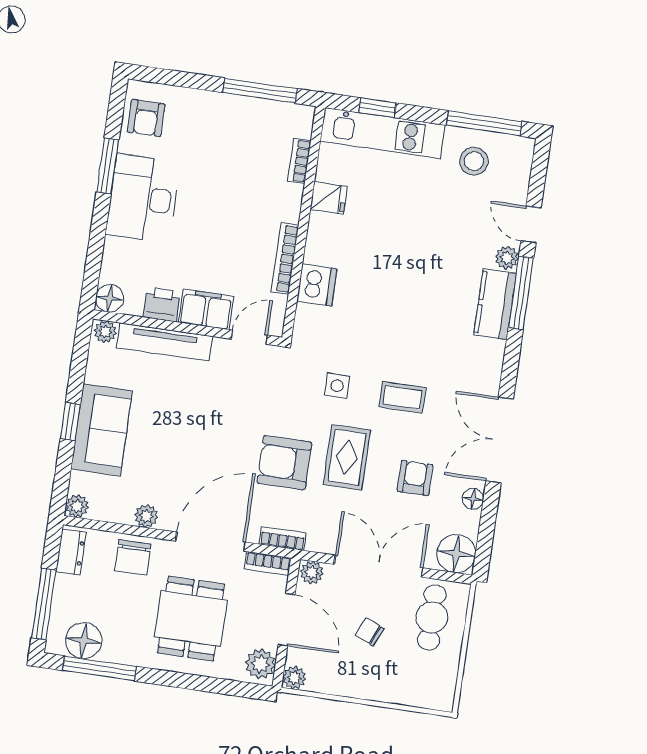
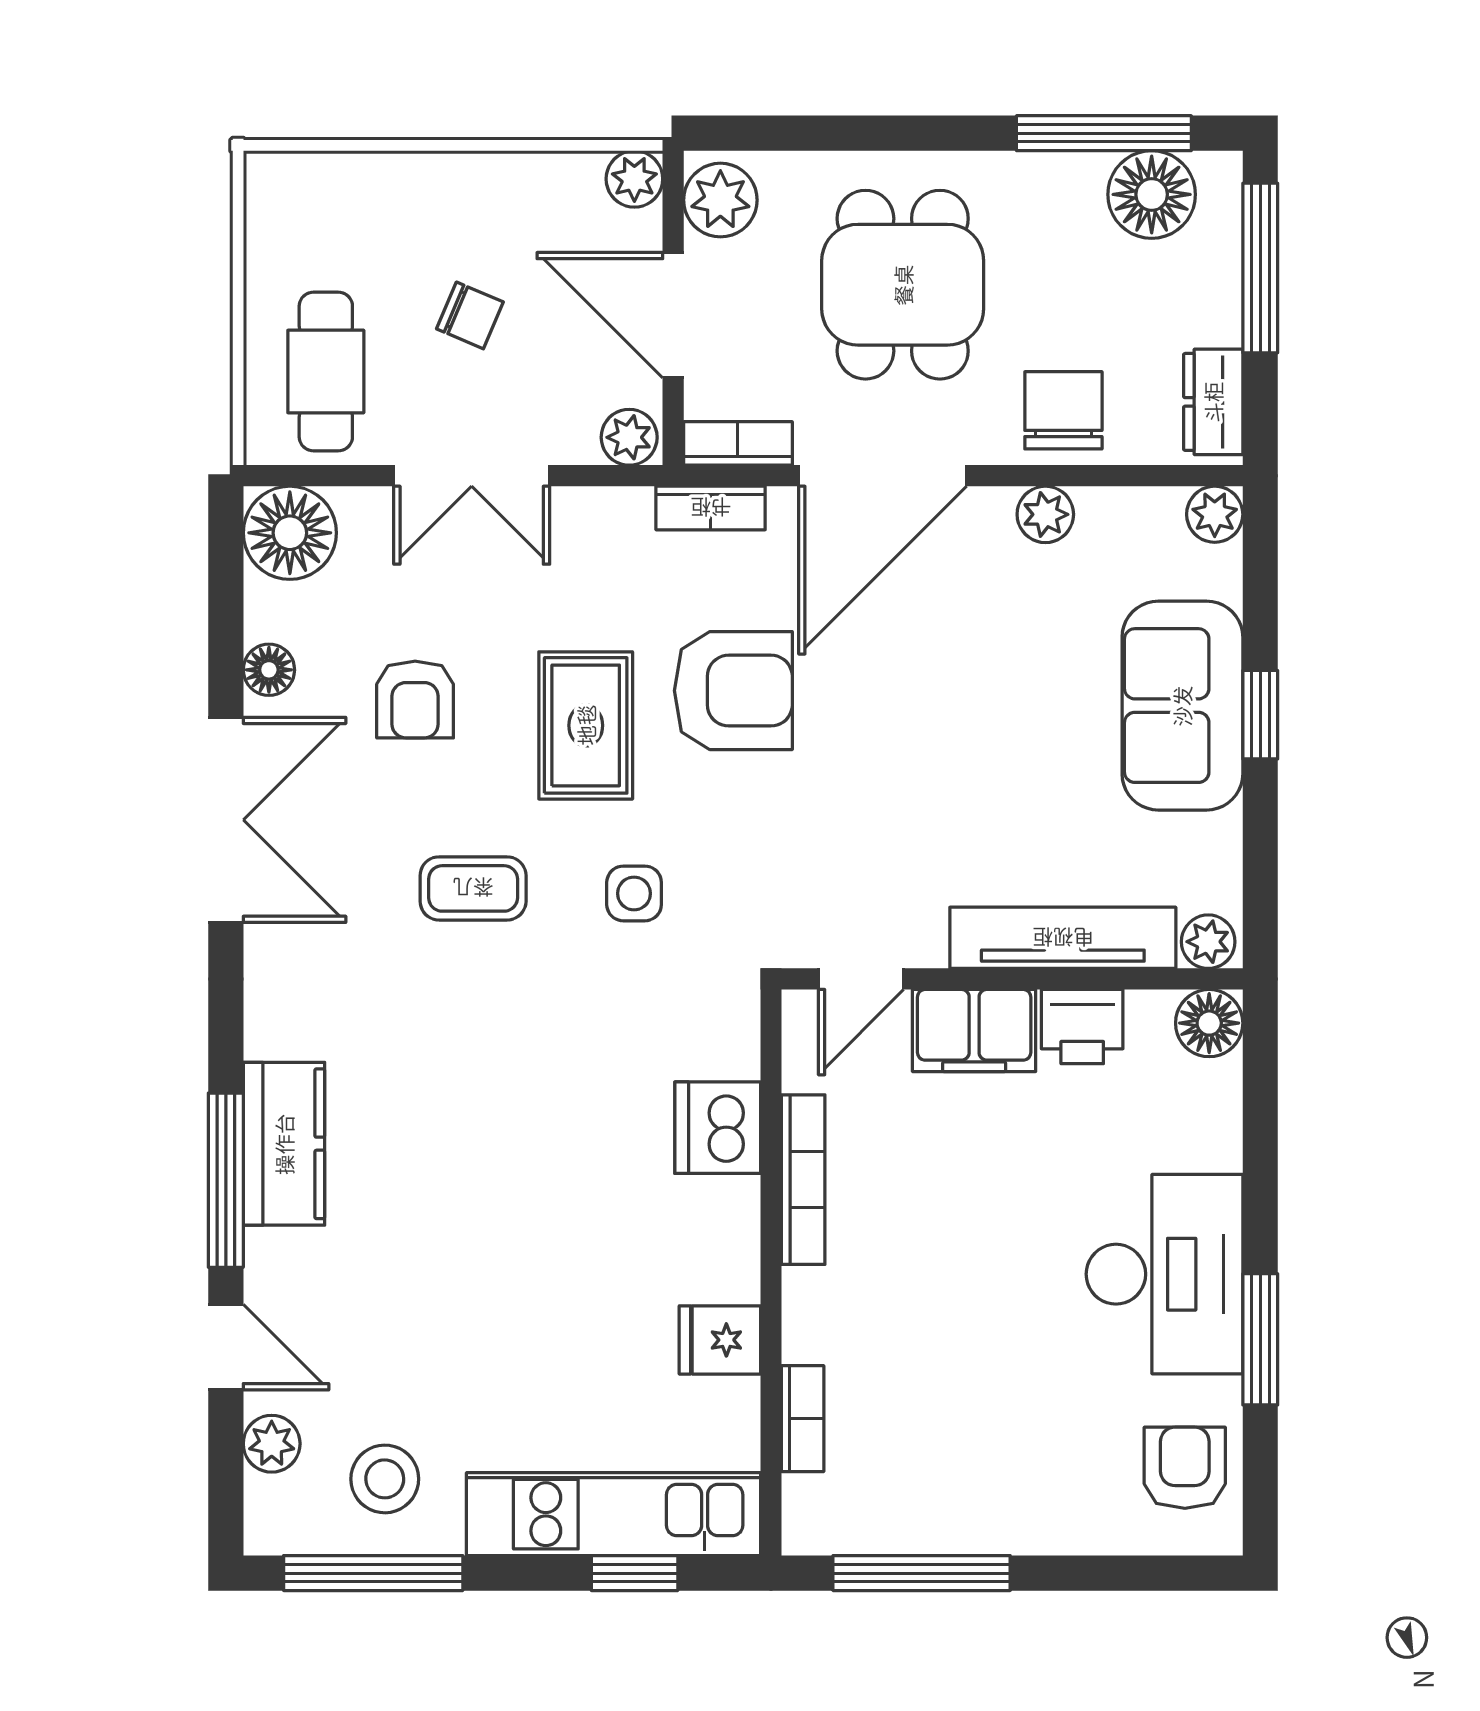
plant: (507, 258) -> (272, 1444), moved
double door: (378, 566) -> (472, 476), width x0.73

